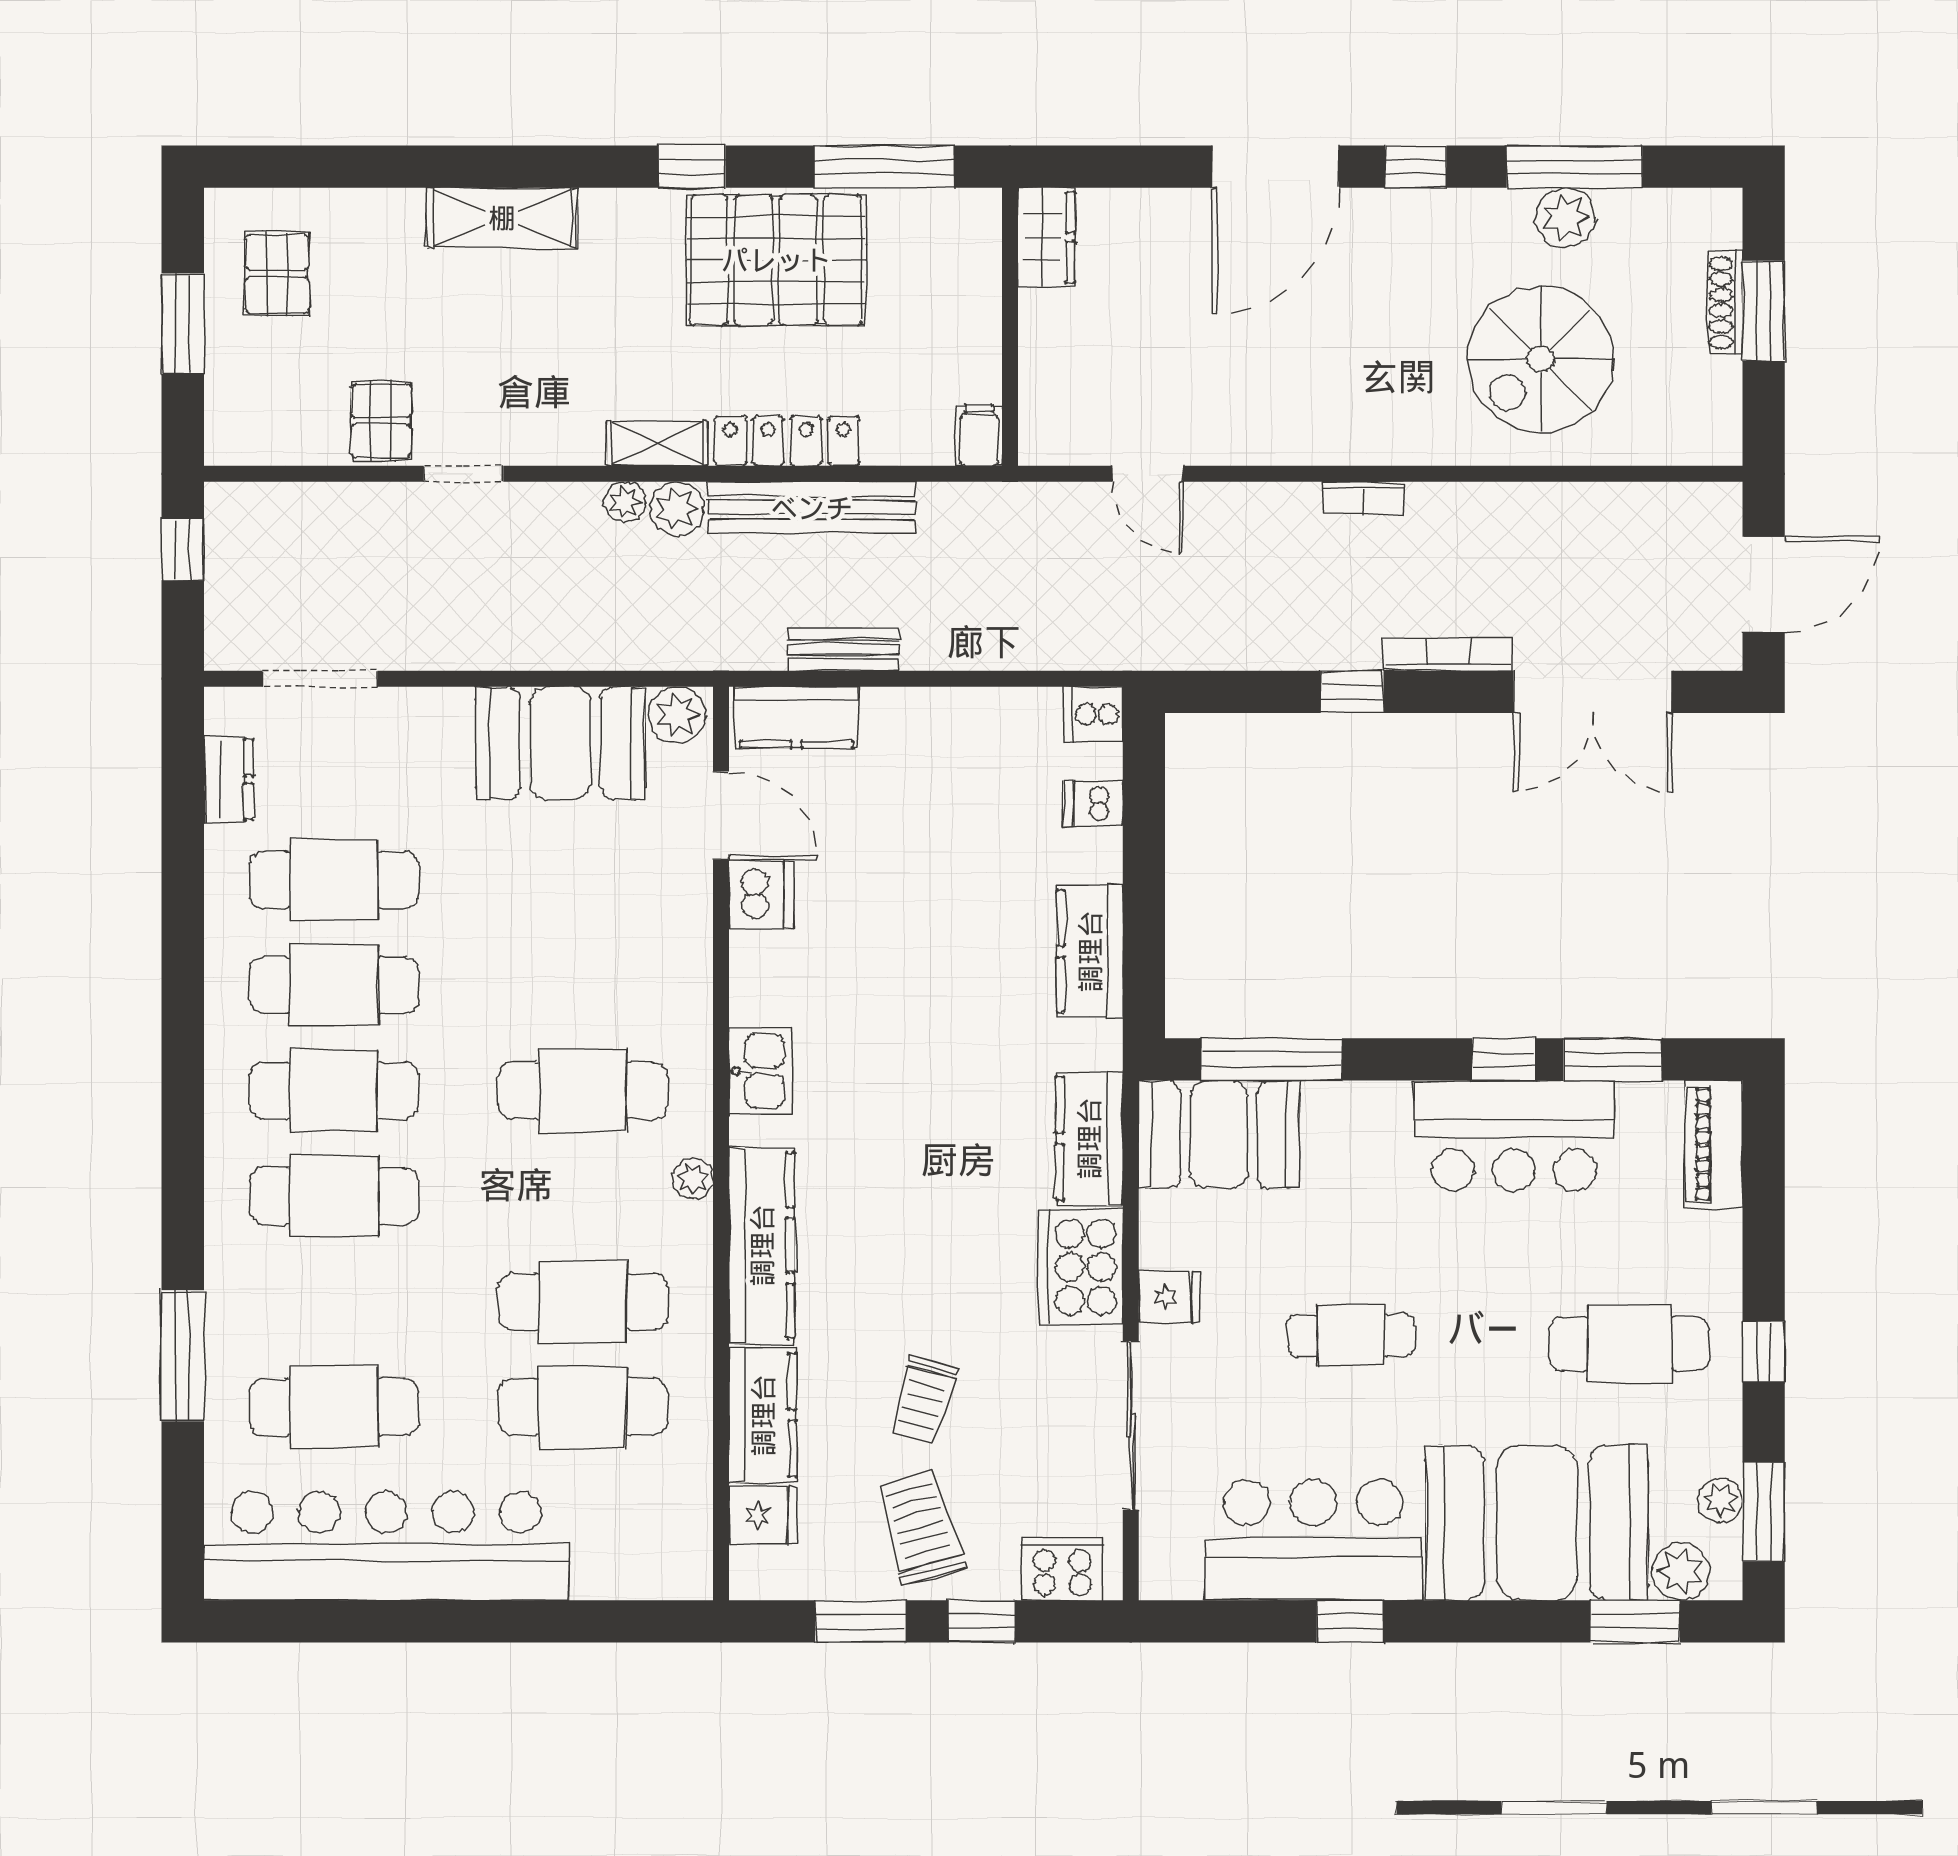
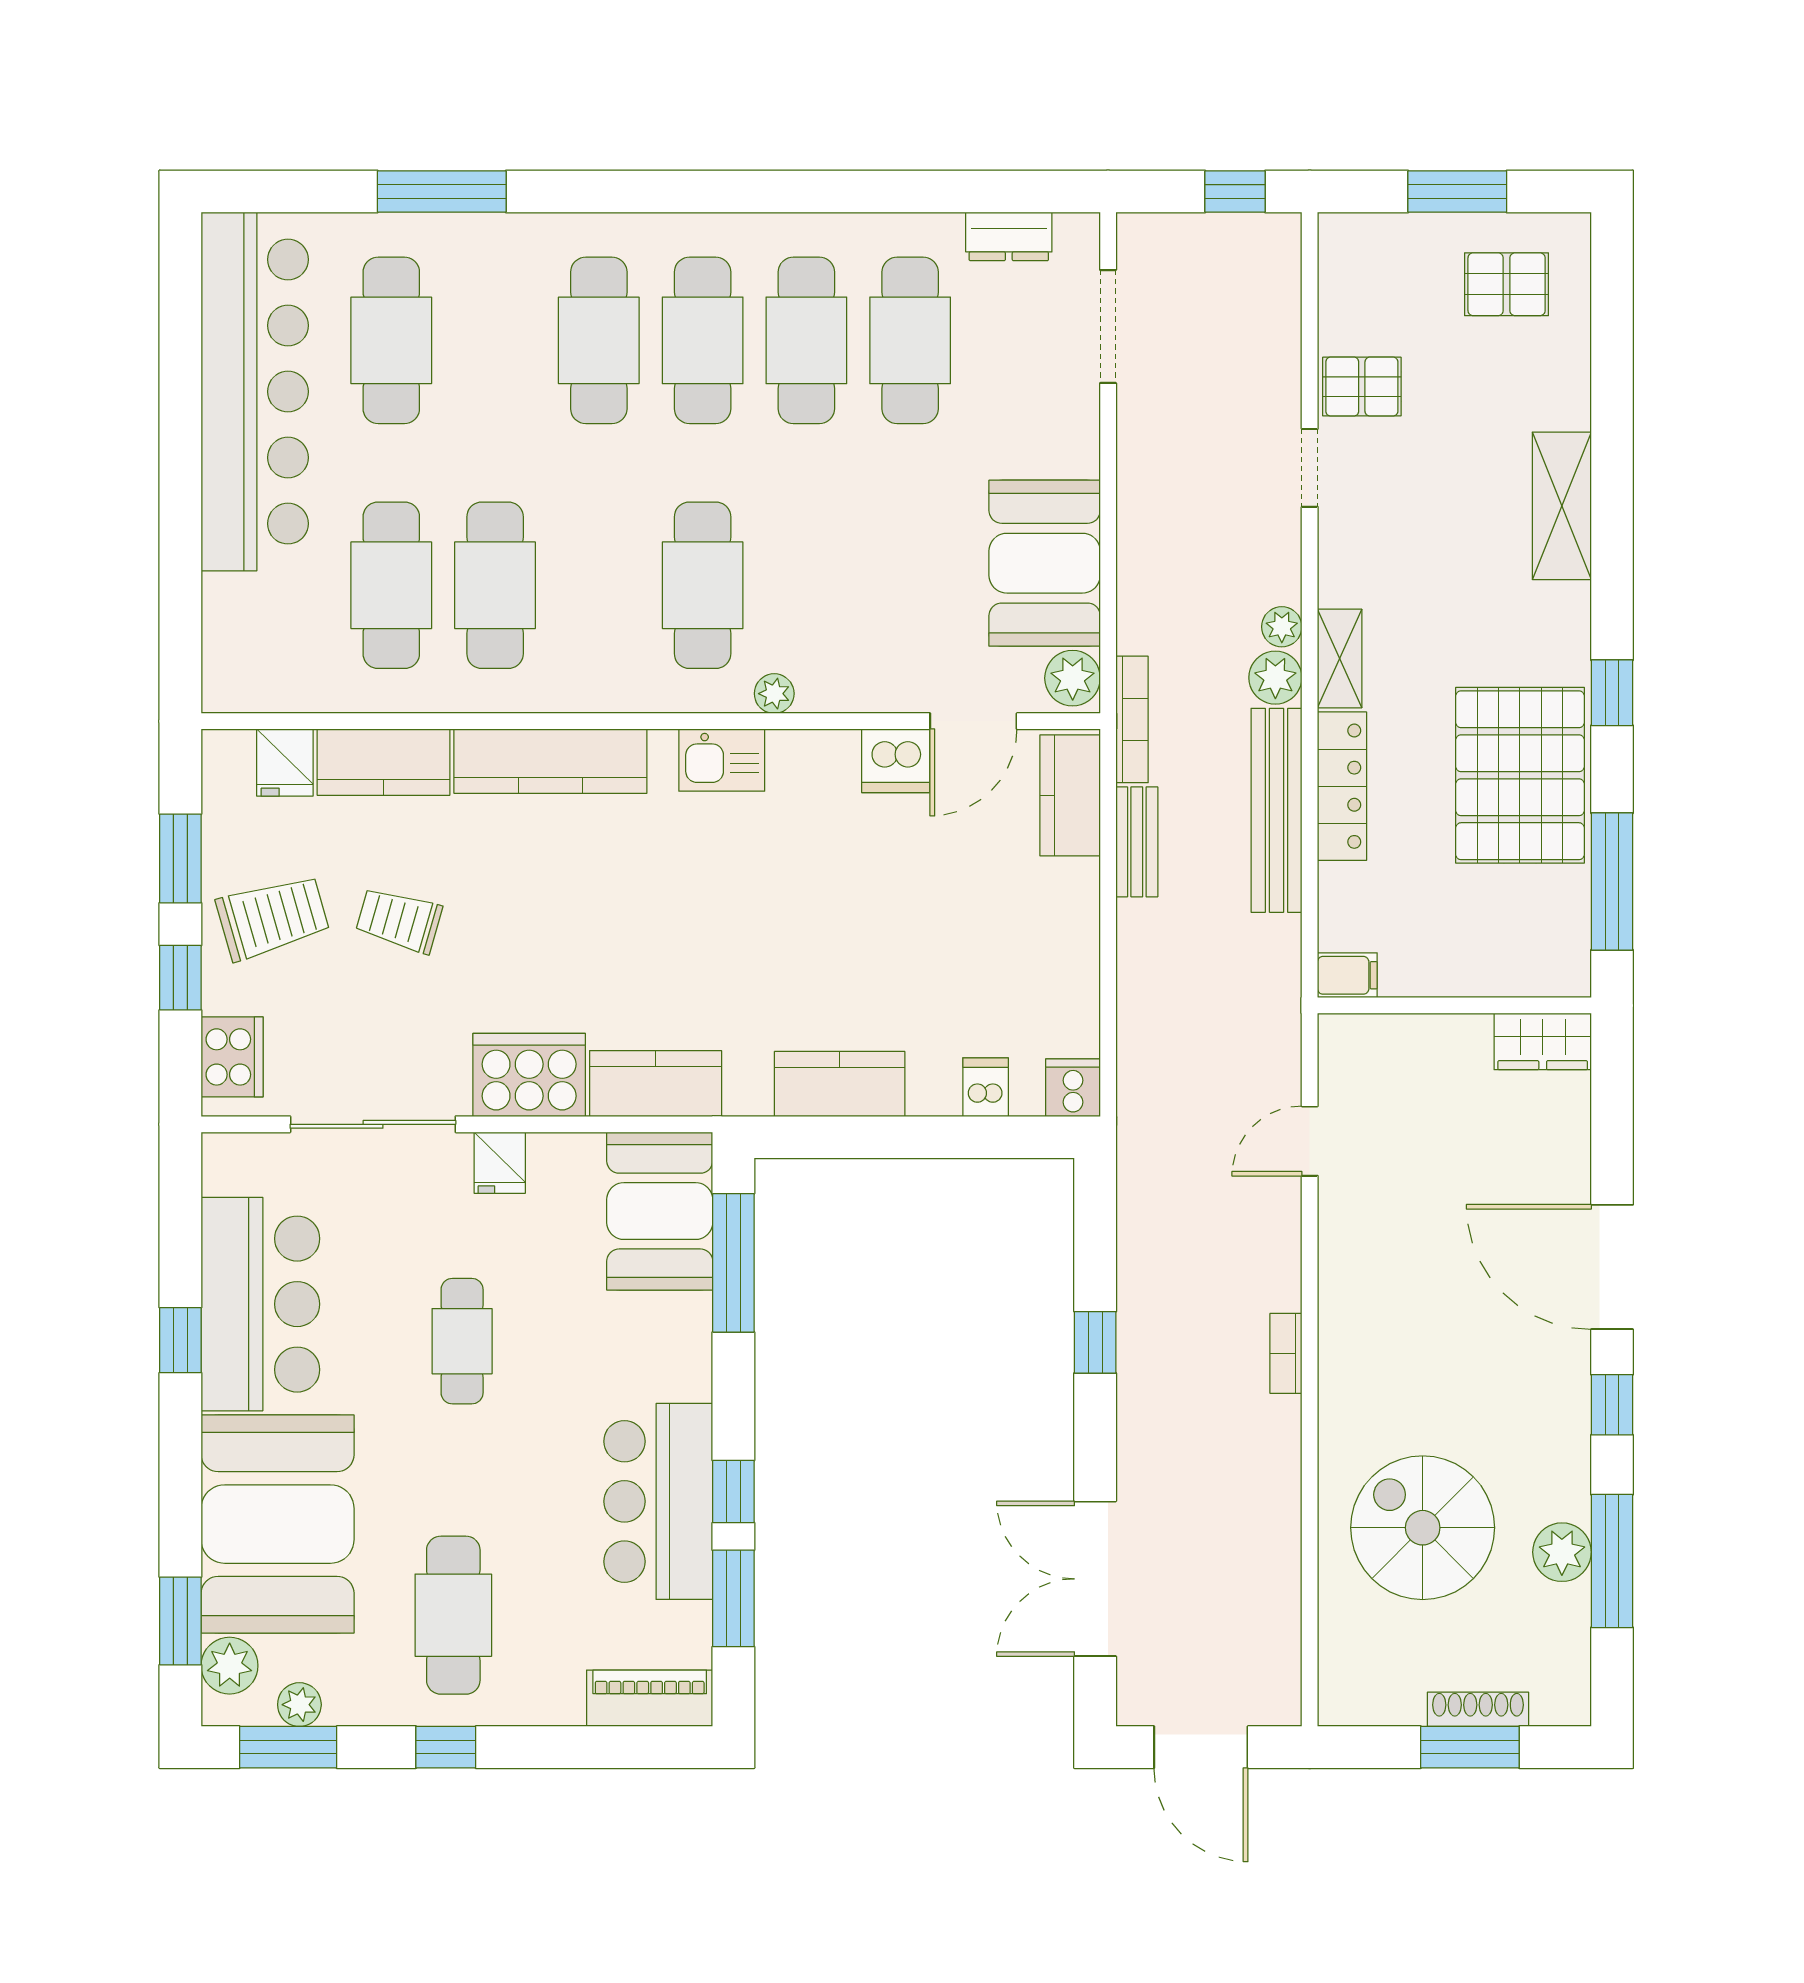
bookcase: (1448, 654) -> (1132, 719), moved
plant: (693, 1178) -> (774, 694), moved

